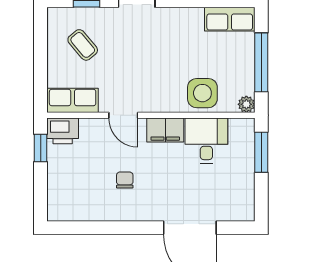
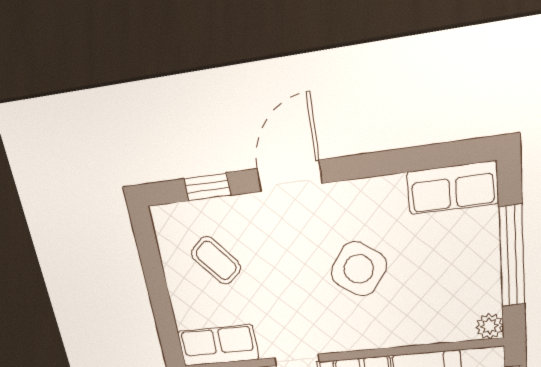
side table: (202, 93) -> (359, 269), moved, turned 35

